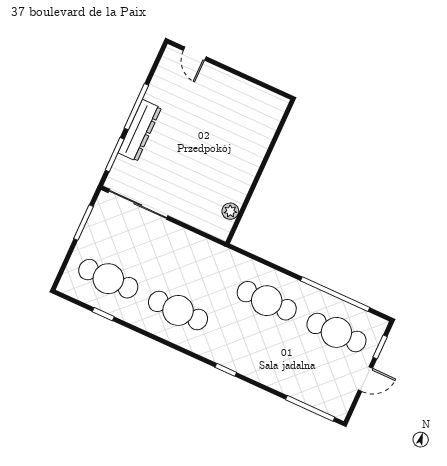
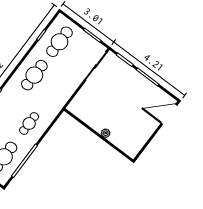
door: (195, 54) -> (169, 114), width x1.88
dresser: (140, 130) -> (135, 76), removed
plant: (230, 211) -> (106, 133), moved
cafe table: (267, 301) -> (29, 123), width x0.73, depth x0.74

